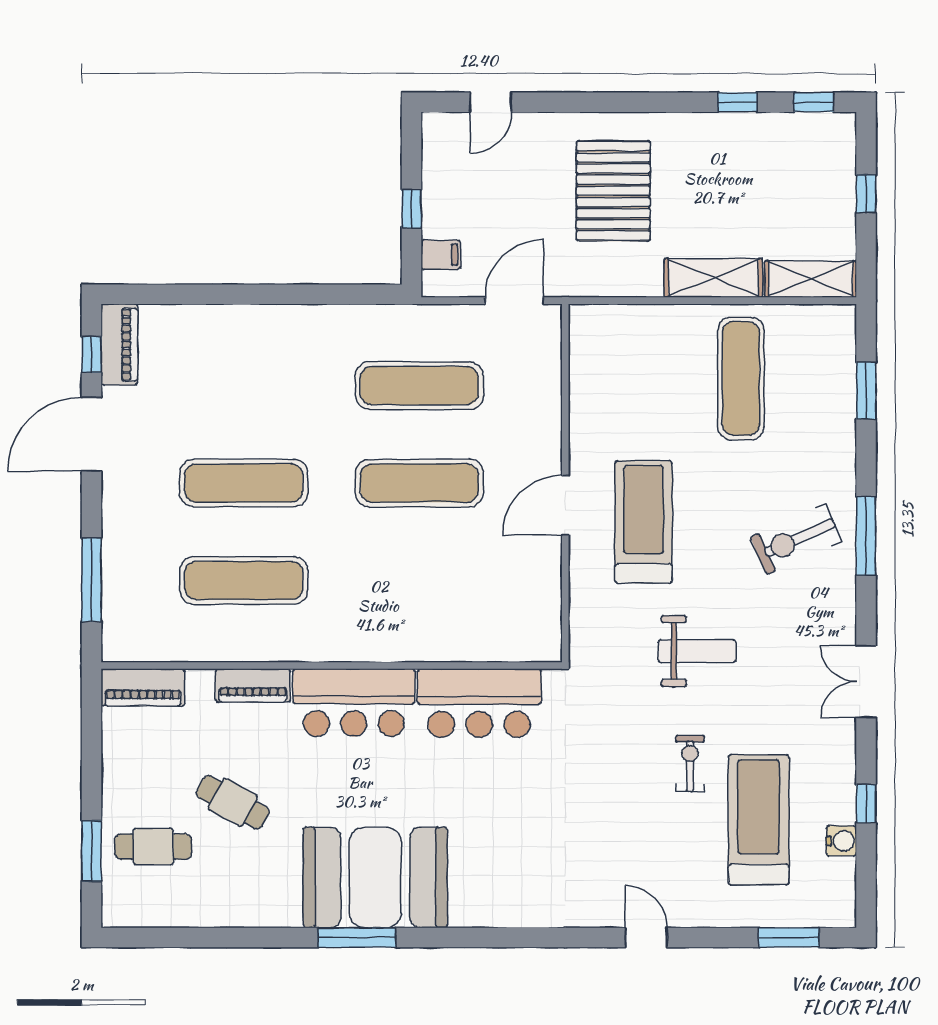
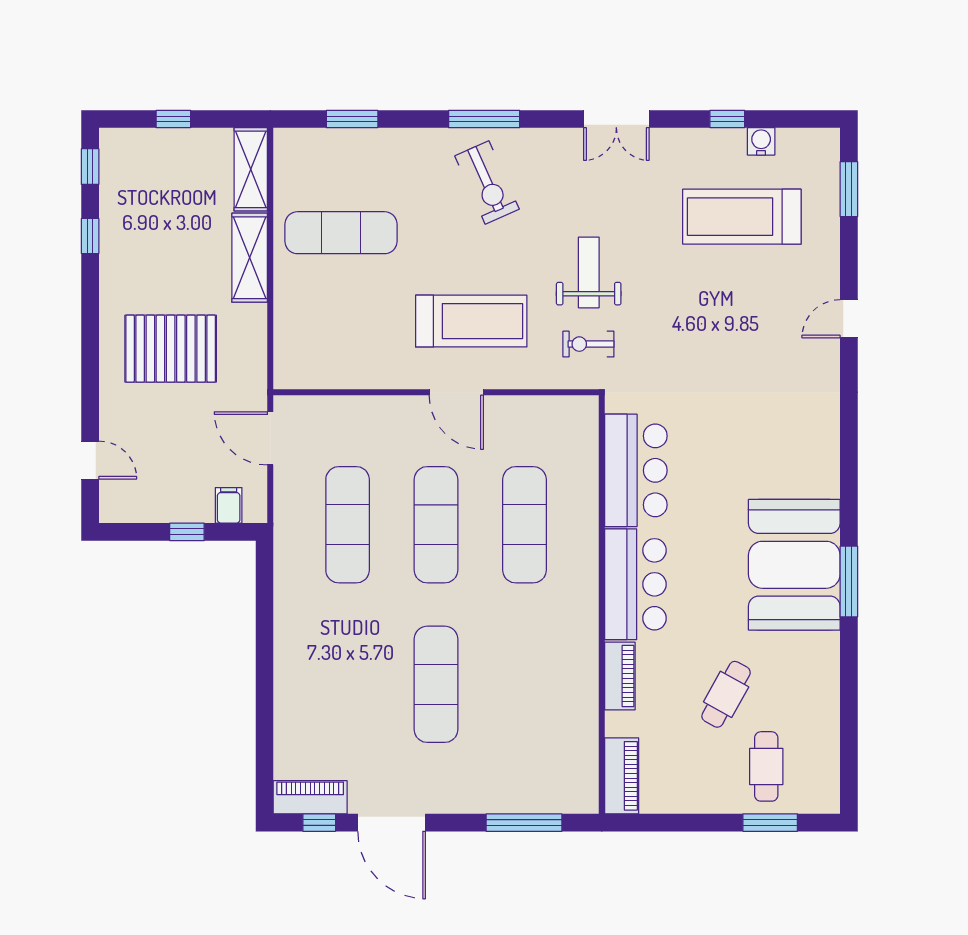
treadmill: (644, 522) -> (471, 321), turned 180
exercise mat: (244, 580) -> (524, 525), moved
exercise bike: (690, 764) -> (588, 344), moved

